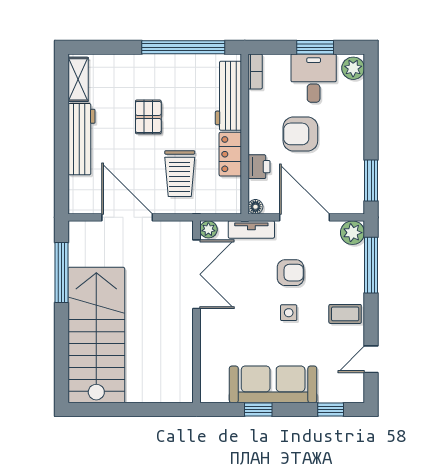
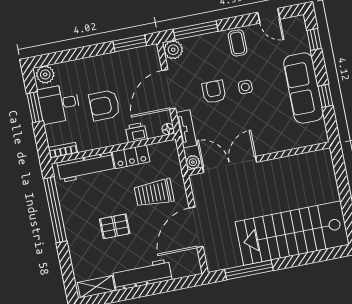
armchair: (300, 134) -> (105, 105), turned 90
trolley: (180, 174) -> (154, 193), turned 180

